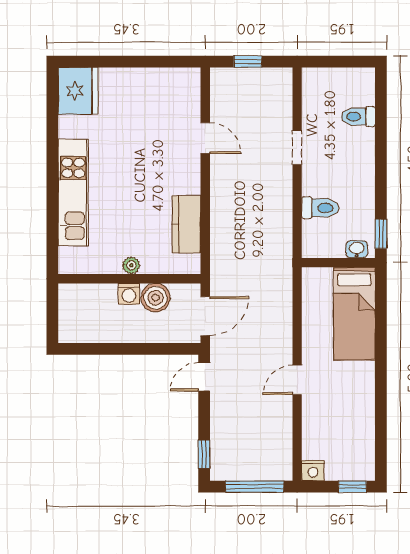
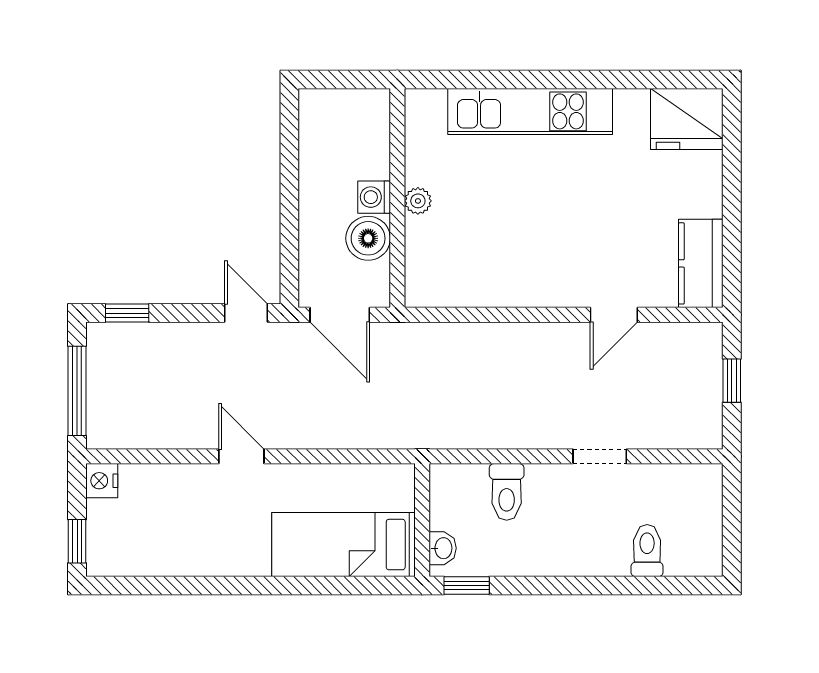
kitchen counter: (186, 224) -> (701, 263), moved, turned -90

